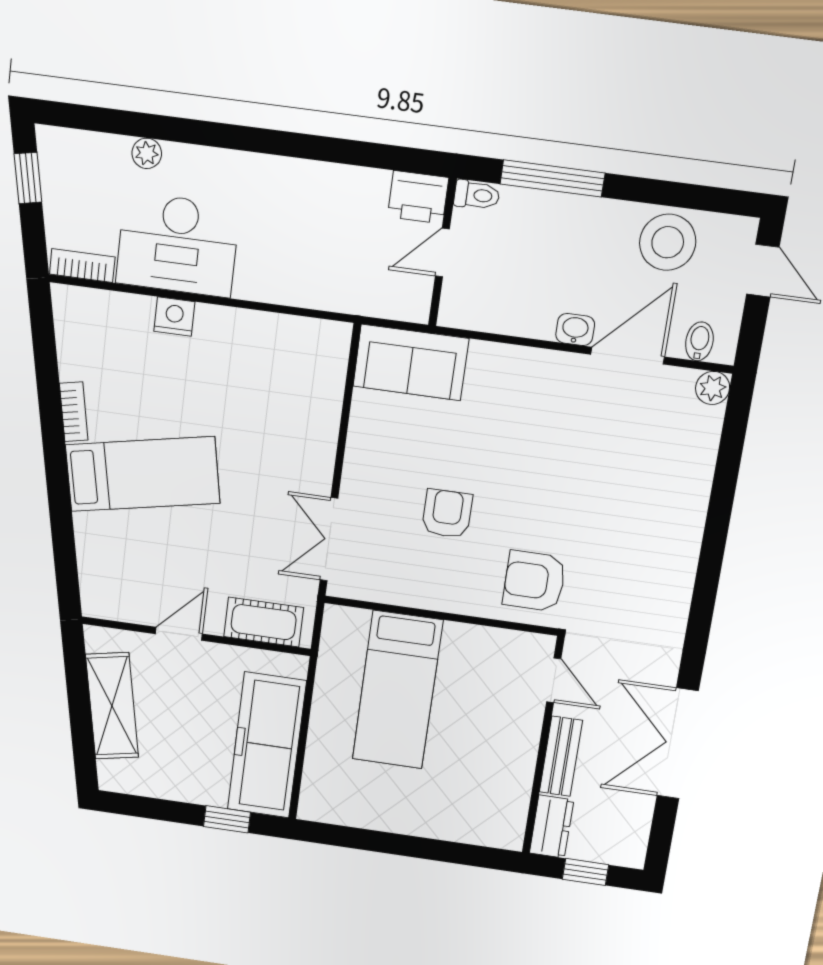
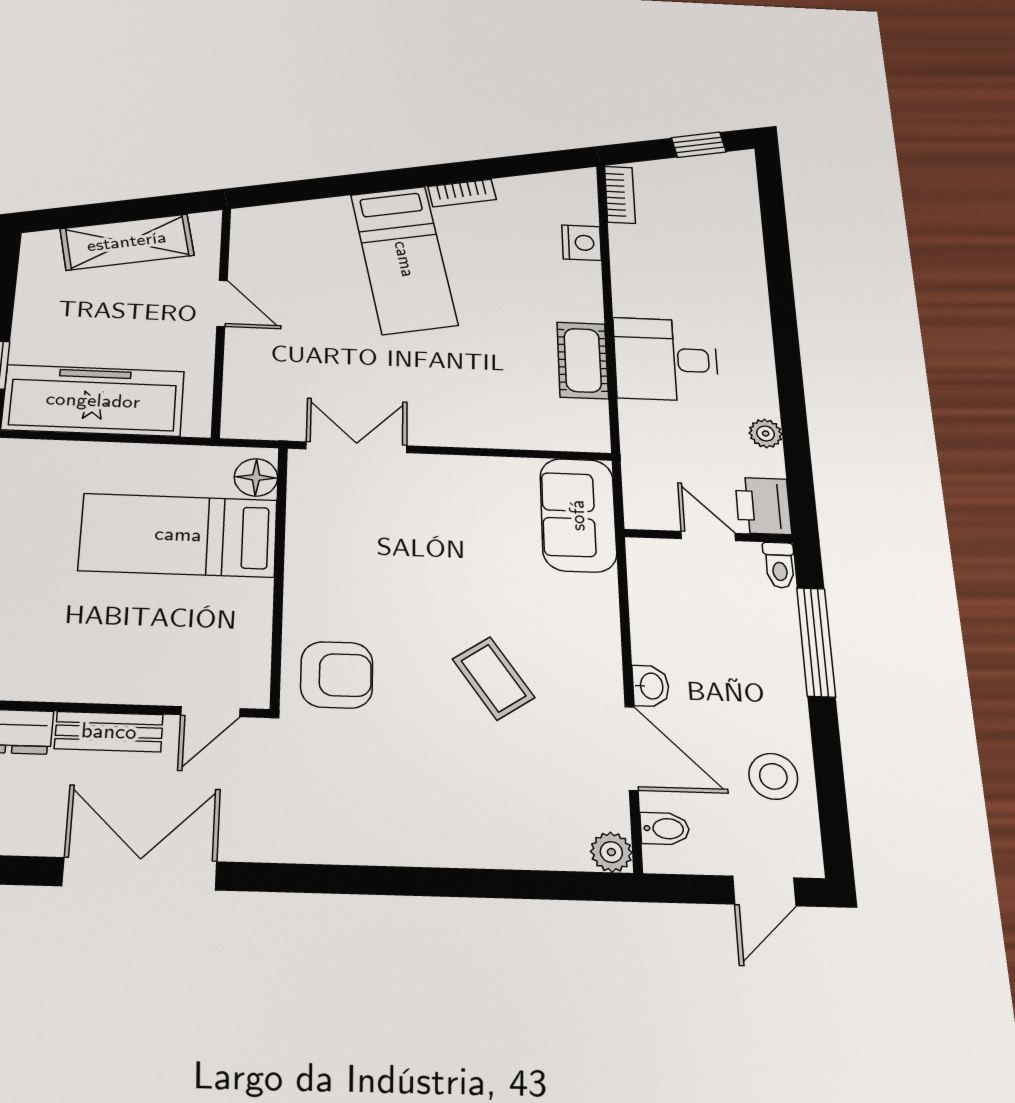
plant: (147, 153) -> (766, 433), moved
stool: (668, 242) -> (773, 776), width x0.73, depth x0.73
desk: (178, 245) -> (666, 359), moved, width x0.73
nightstand: (174, 316) -> (581, 243), moved
coffee table: (553, 458) -> (494, 678), added
armchair: (447, 514) -> (406, 569), removed
armchair: (534, 581) -> (337, 675), turned 90
cot: (264, 622) -> (583, 360), moved
floor lamp: (350, 624) -> (256, 477), added

